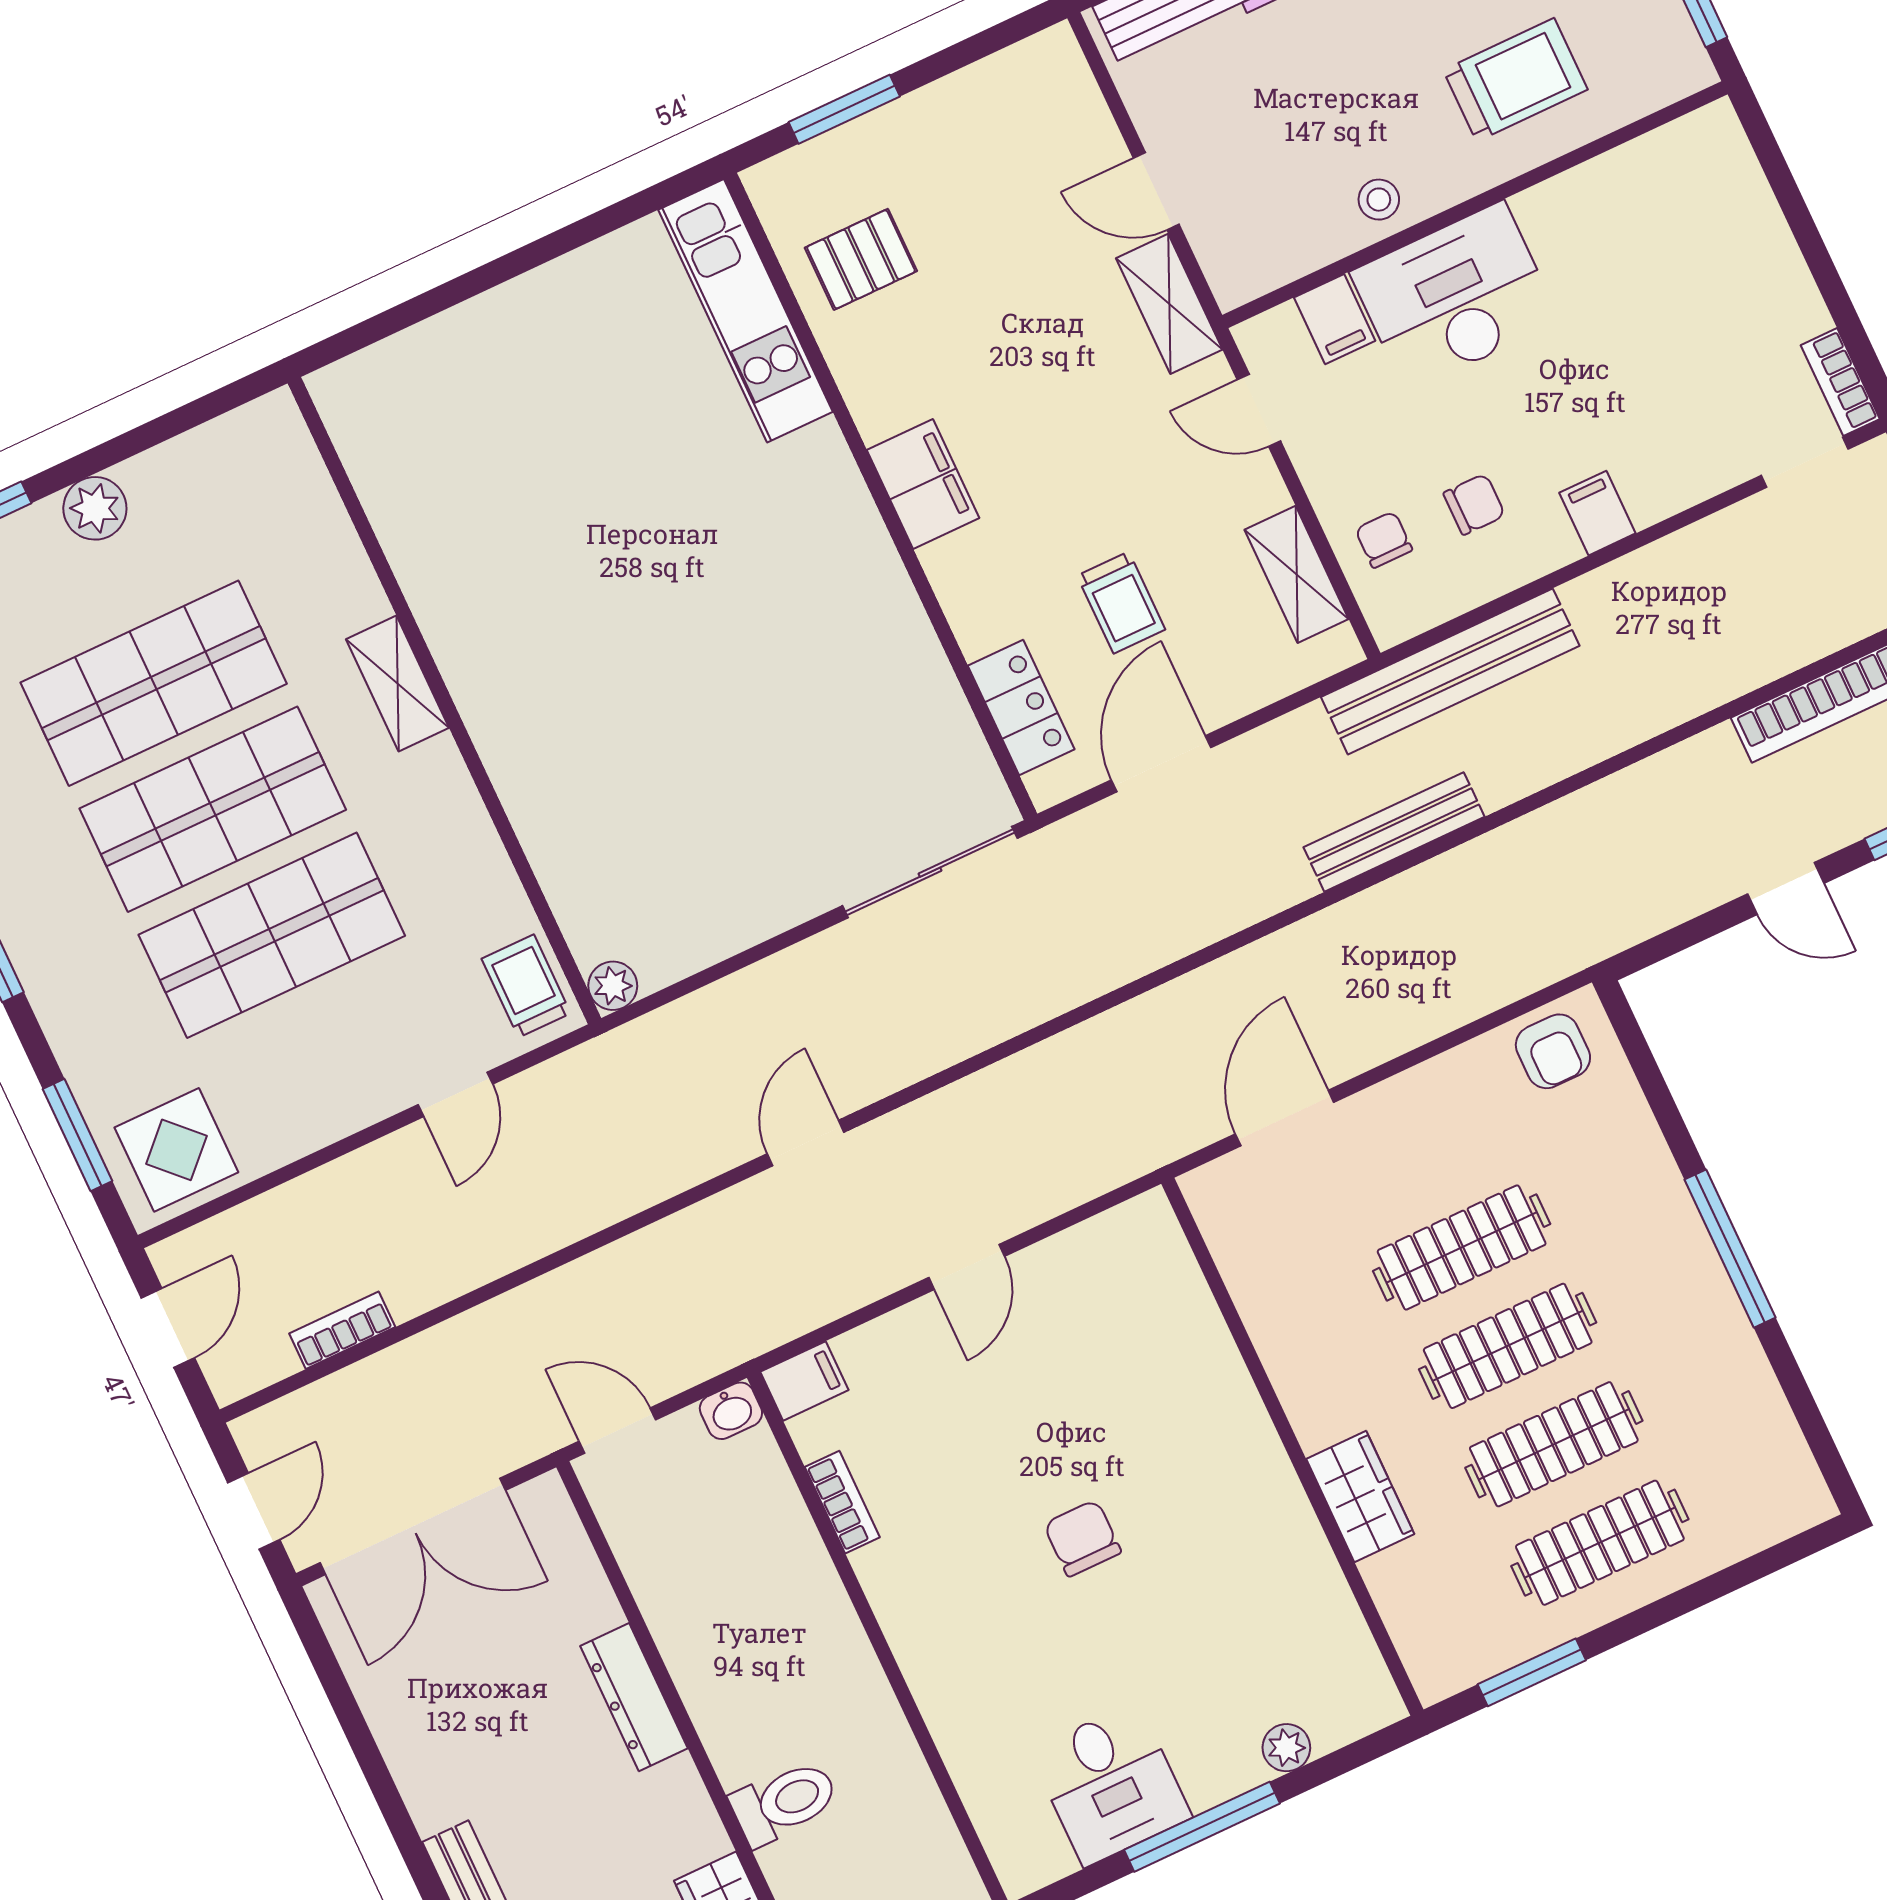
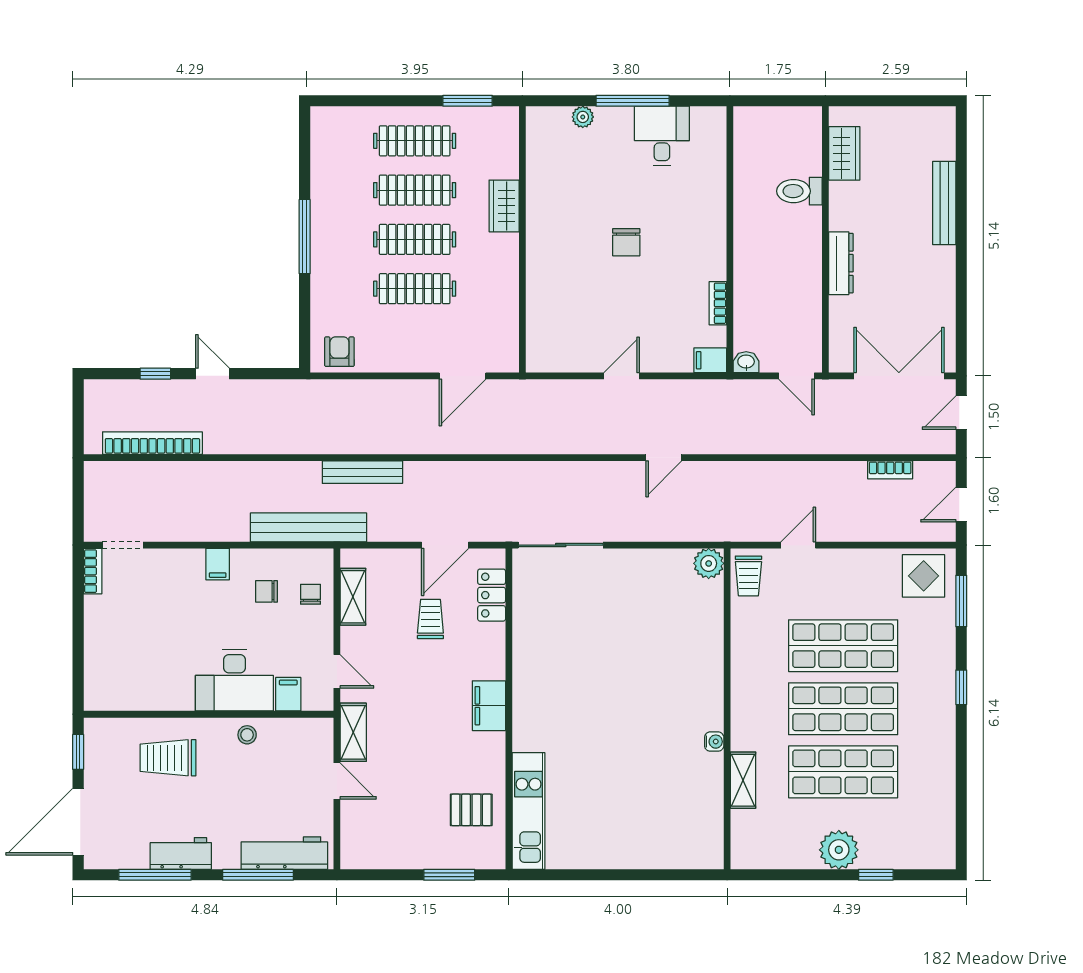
plant: (95, 508) -> (839, 850), width x1.36, depth x1.36
chair: (1384, 540) -> (310, 594), turned 180
water cooler: (440, 623) -> (714, 742), added
shelving: (398, 684) -> (743, 780), moved
plant: (613, 986) -> (709, 563), width x1.38, depth x1.38

